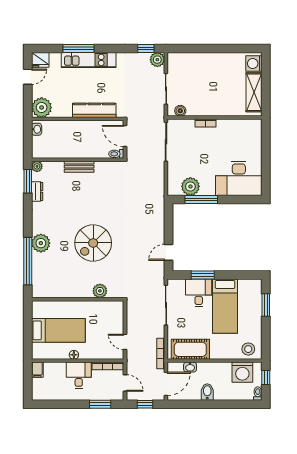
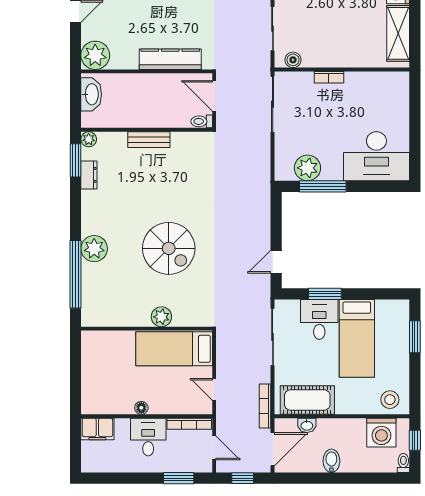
washbasin: (37, 129) -> (91, 94), width x1.91, depth x1.45
spiral stairs: (93, 243) -> (169, 248), turned -90
plant: (100, 291) -> (161, 317), moved
bed: (58, 330) -> (174, 349), moved, turned 180
filing cabinet: (37, 370) -> (97, 429), width x2.00

